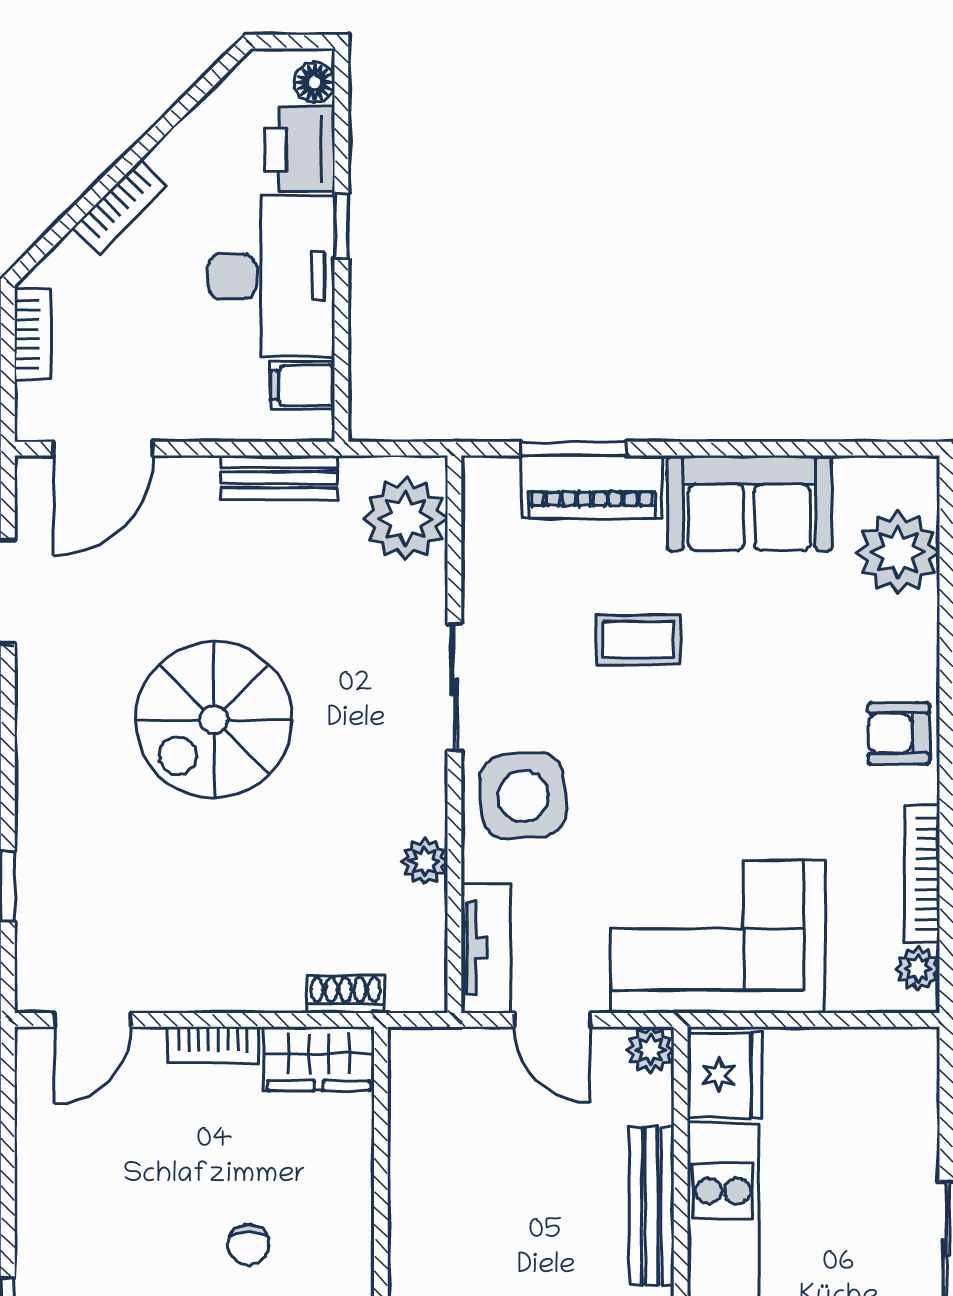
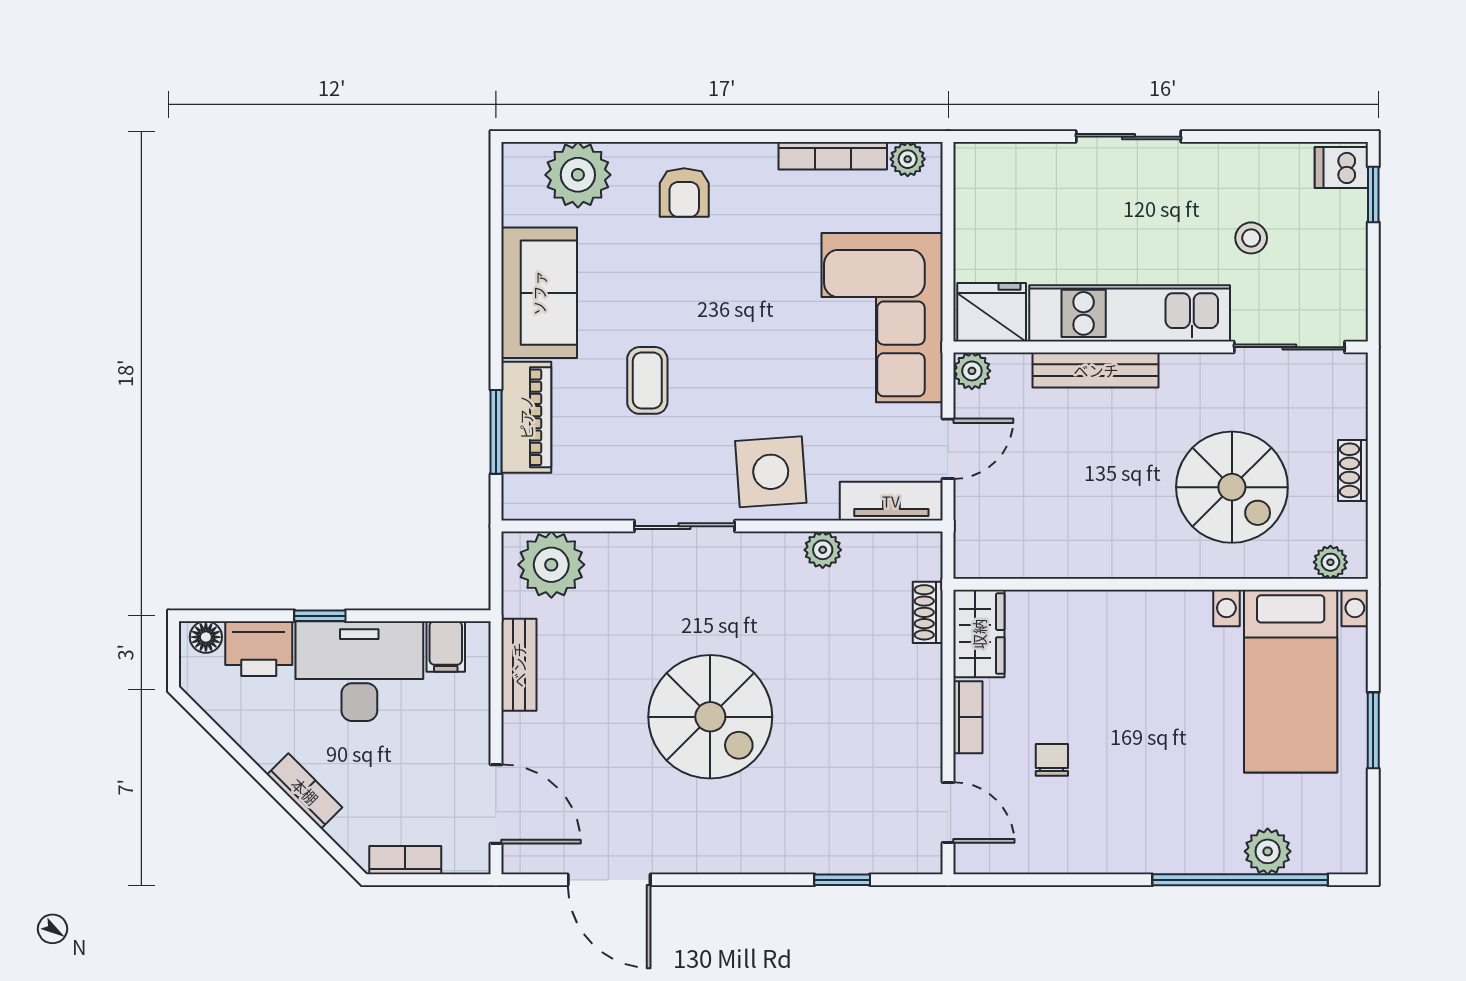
armchair: (899, 733) -> (684, 193), moved
chair: (249, 1245) -> (1052, 760), moved, turned -90

